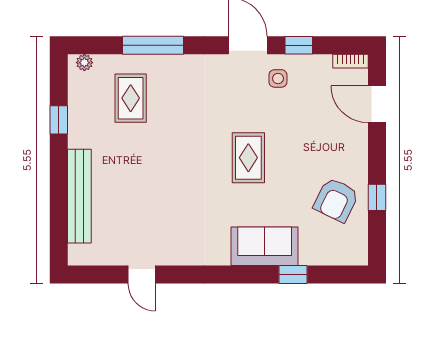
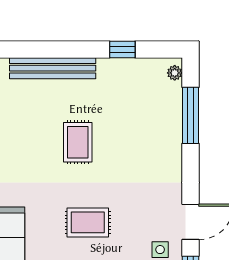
window: (153, 45) -> (190, 115), moved
rug: (131, 98) -> (78, 142), moved, turned 90

